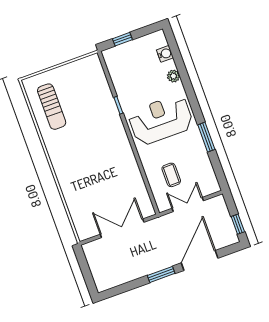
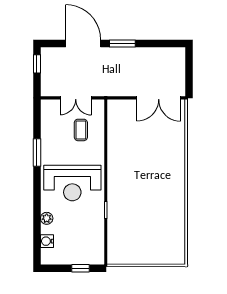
sun lounger: (52, 107) -> (166, 231), removed
double door: (122, 228) -> (159, 98), moved
door: (200, 260) -> (83, 44), swing flipped

